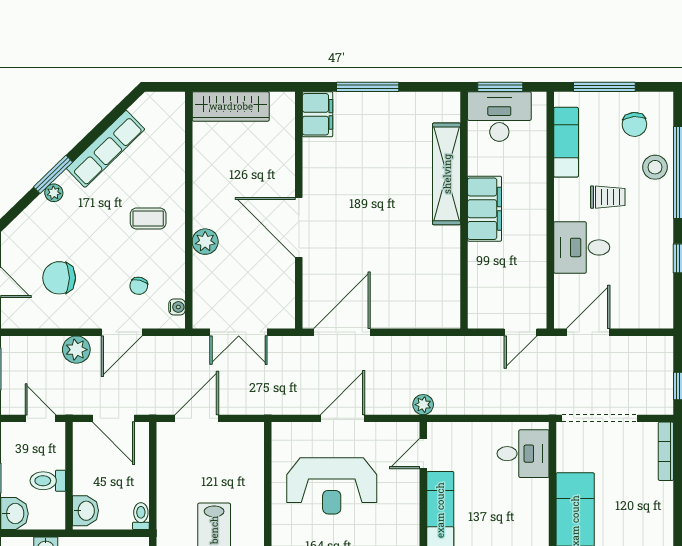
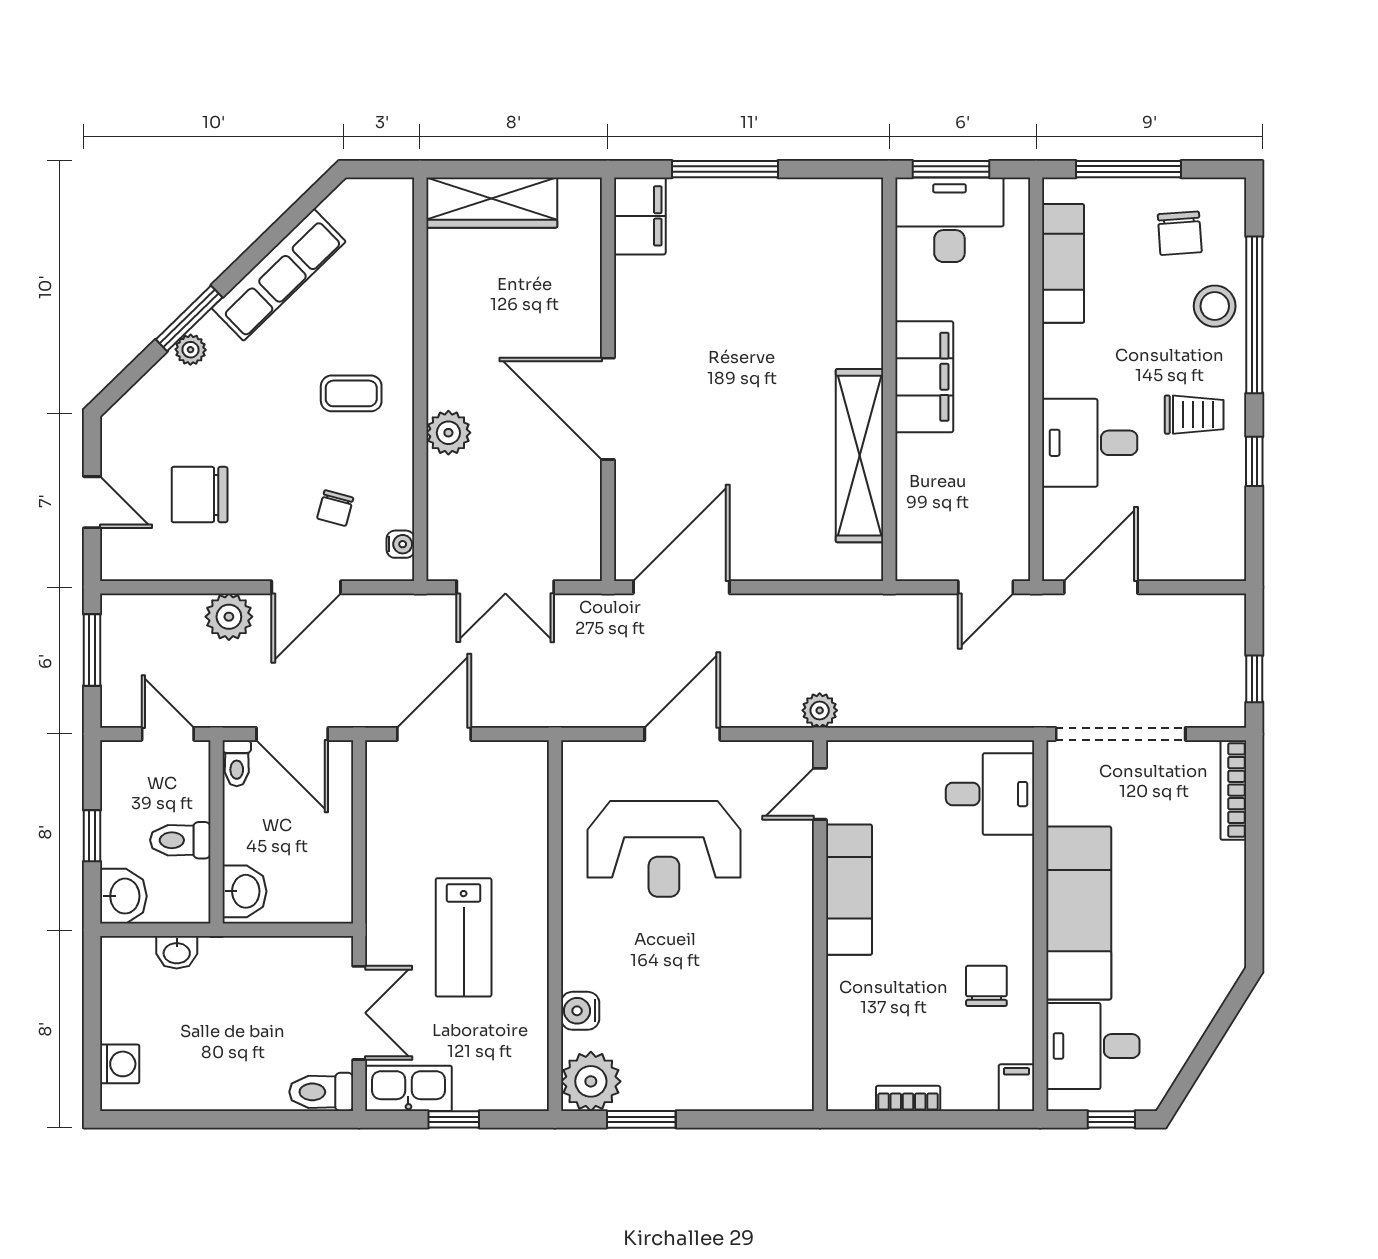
shelving: (447, 174) -> (860, 456), moved
trolley: (608, 197) -> (1194, 415), moved
toilet: (141, 516) -> (237, 763), moved, turned 180

